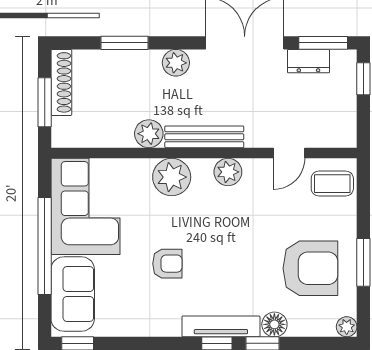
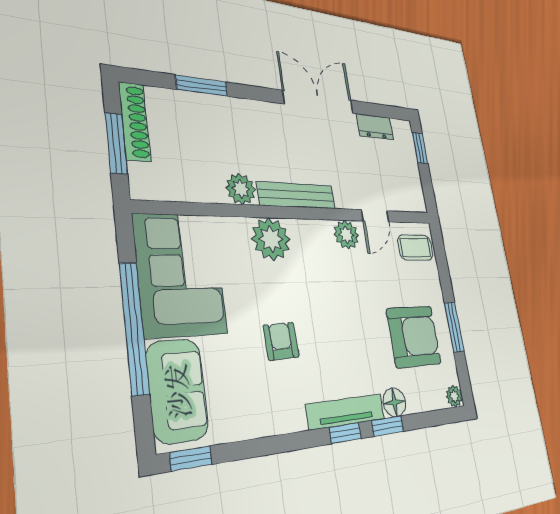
window: (323, 43) -> (383, 111), removed
plant: (176, 63) -> (258, 114), removed
plant: (228, 172) -> (346, 235), moved
armchair: (167, 264) -> (281, 341), turned -92

